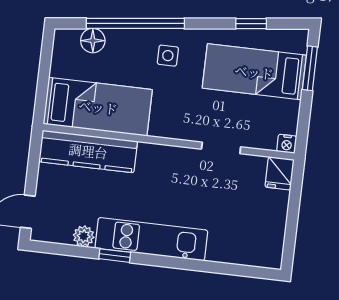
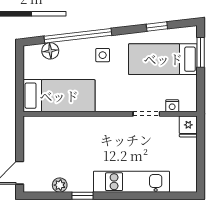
nightstand: (287, 144) -> (172, 106), moved
kitchen counter: (88, 151) -> (56, 127), removed
kitchen unit: (151, 239) -> (131, 182), moved

